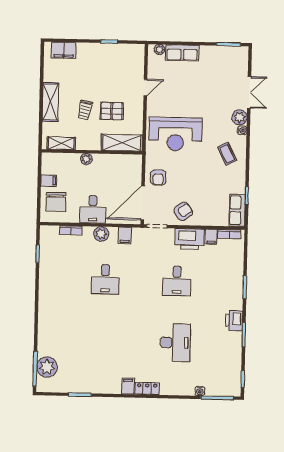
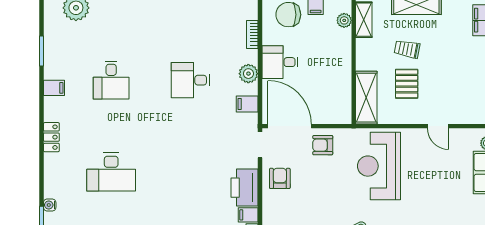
plant: (86, 159) -> (344, 20), moved
armchair: (183, 211) -> (280, 178), turned -144
desk: (177, 281) -> (111, 80), moved, turned -90
filing cabinet: (128, 386) -> (54, 88), moved

